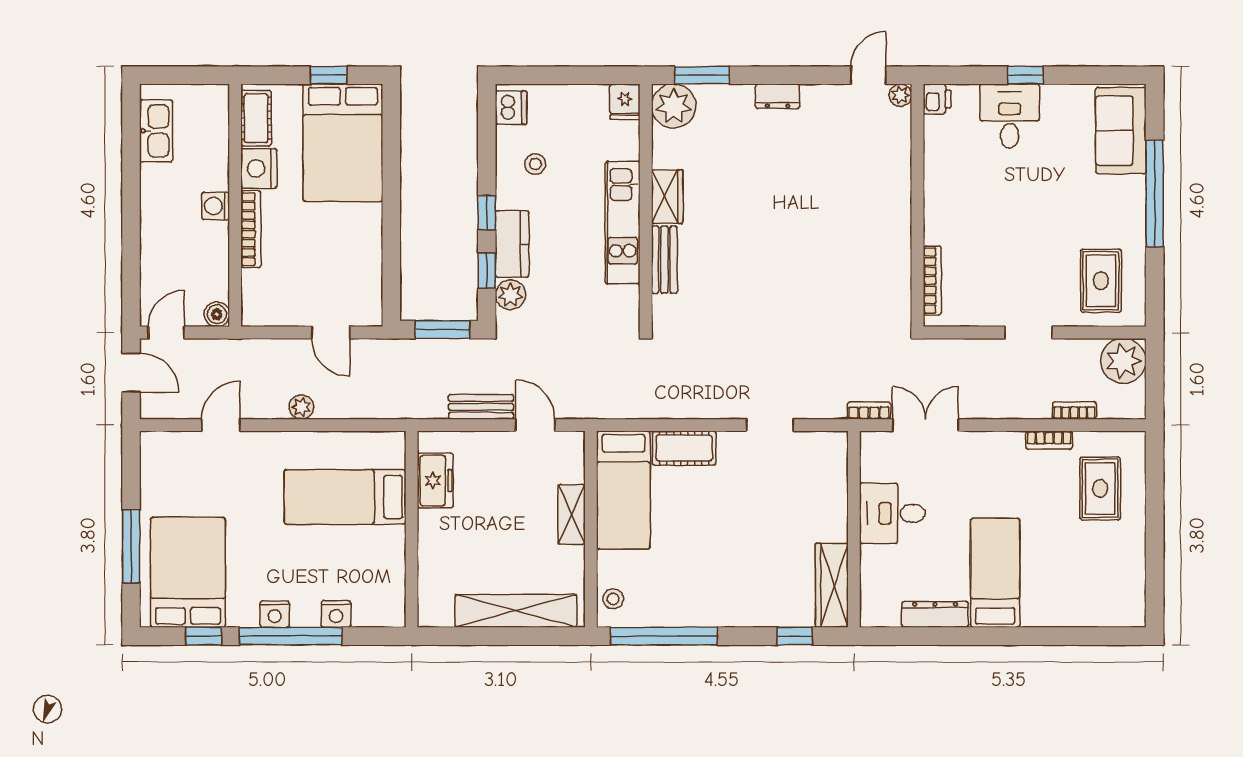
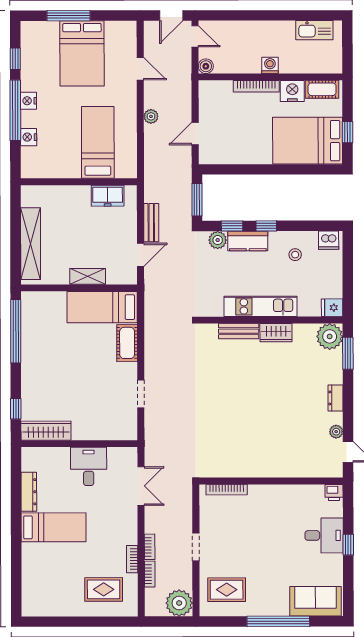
plant: (900, 95) -> (336, 432), moved
bookcase: (869, 411) -> (150, 547), moved
bed: (188, 572) -> (82, 53), moved, turned 90
stool: (613, 599) -> (38, 301), removed

